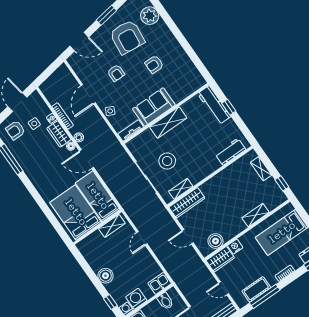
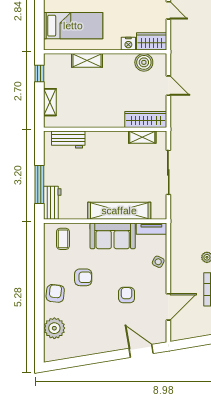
window: (106, 15) -> (96, 358), removed
armchair: (127, 37) -> (55, 293), moved, width x0.53, depth x0.53
coffee table: (187, 81) -> (63, 239), added
door: (88, 94) -> (168, 307), moved
workbench: (214, 105) -> (52, 203), width x0.73
window: (229, 107) -> (39, 184), width x2.17
shelving: (168, 123) -> (119, 211), width x1.47
stool: (167, 161) -> (137, 174), removed

